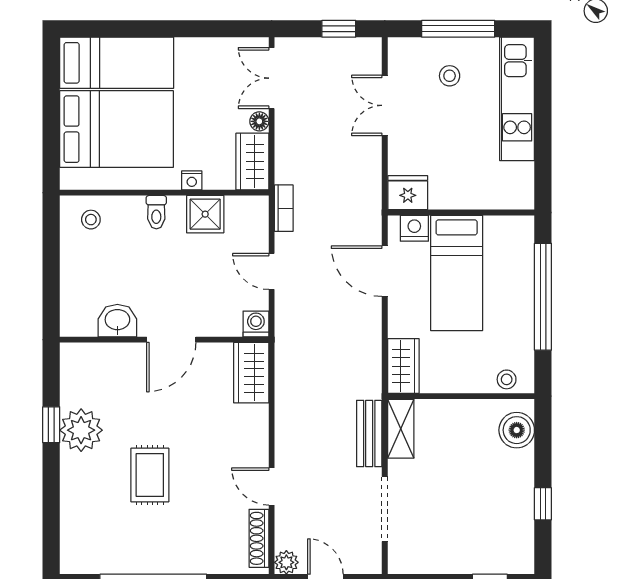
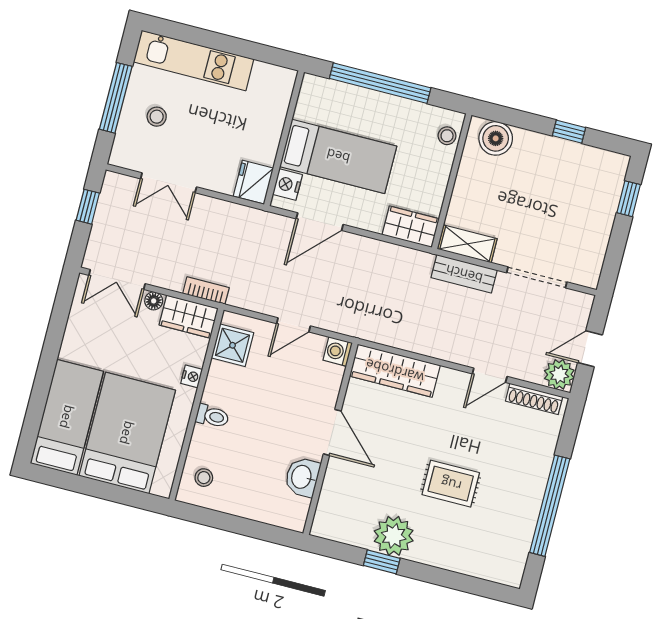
bookcase: (284, 208) -> (206, 291), moved
shower: (205, 214) -> (233, 345), moved
wardrobe: (251, 373) -> (395, 371), width x1.50
plant: (286, 562) -> (559, 374), width x1.38, depth x1.38

